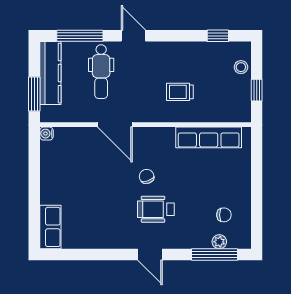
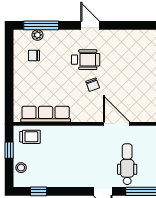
trolley: (180, 92) -> (30, 137), moved

